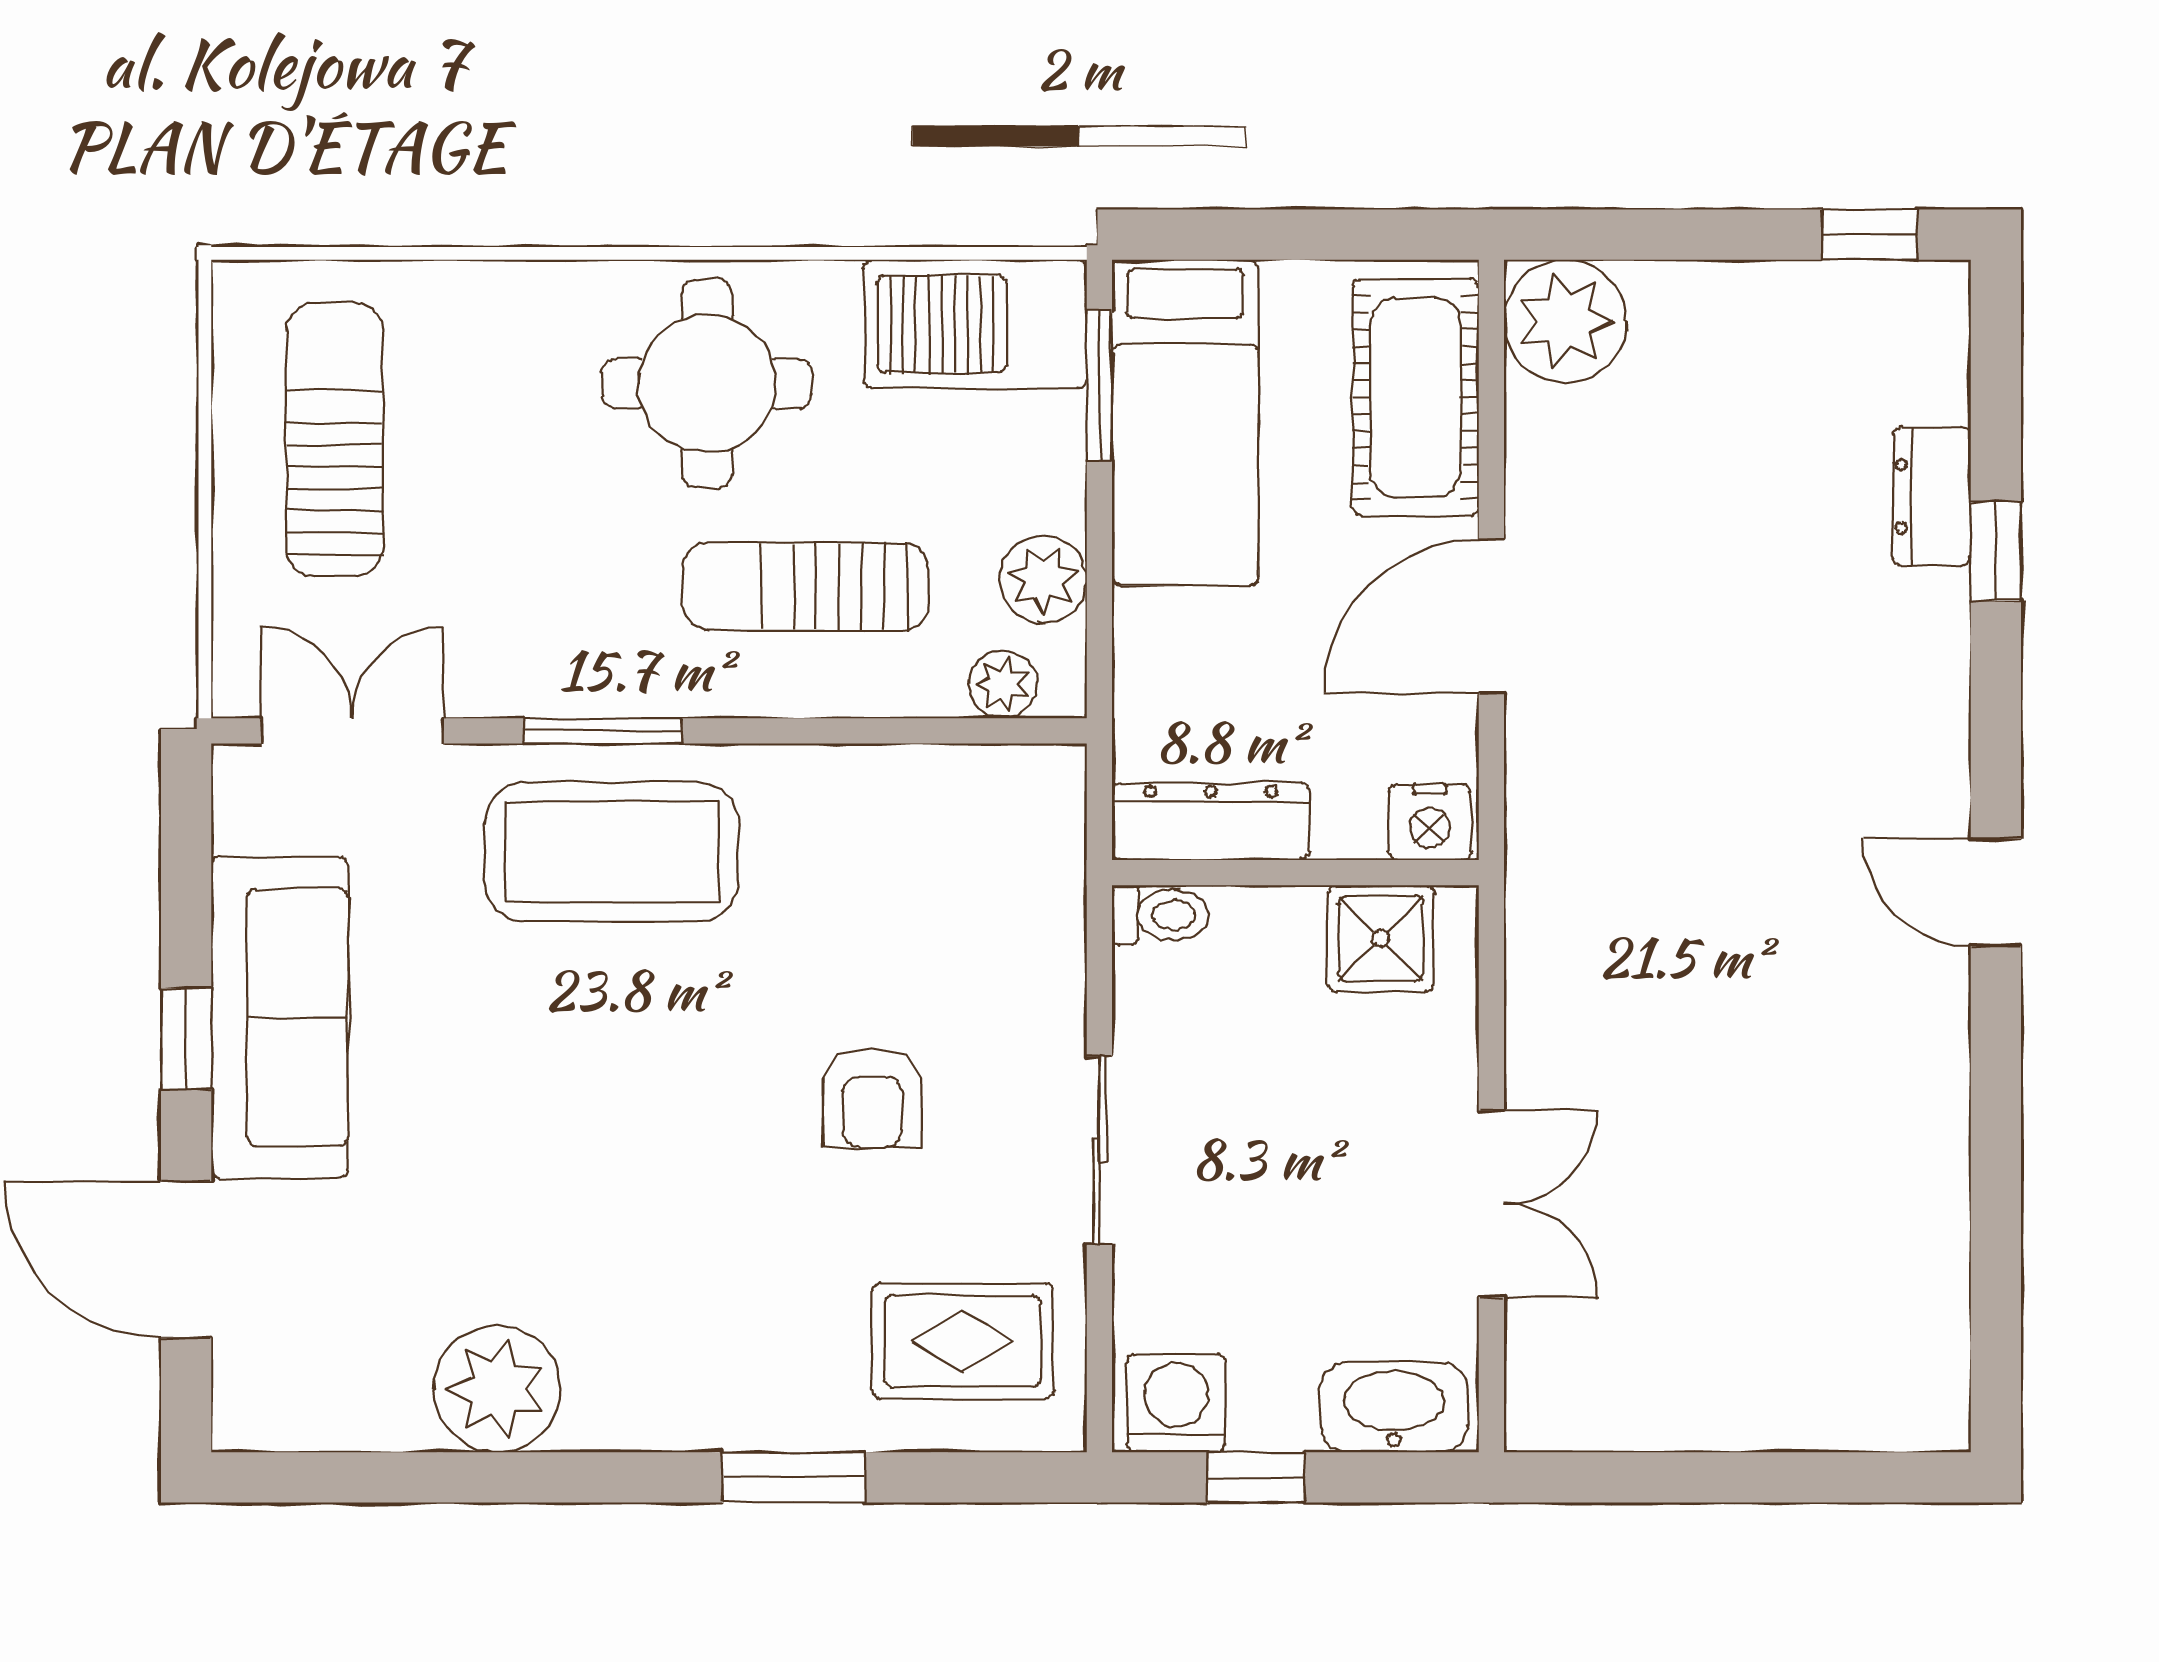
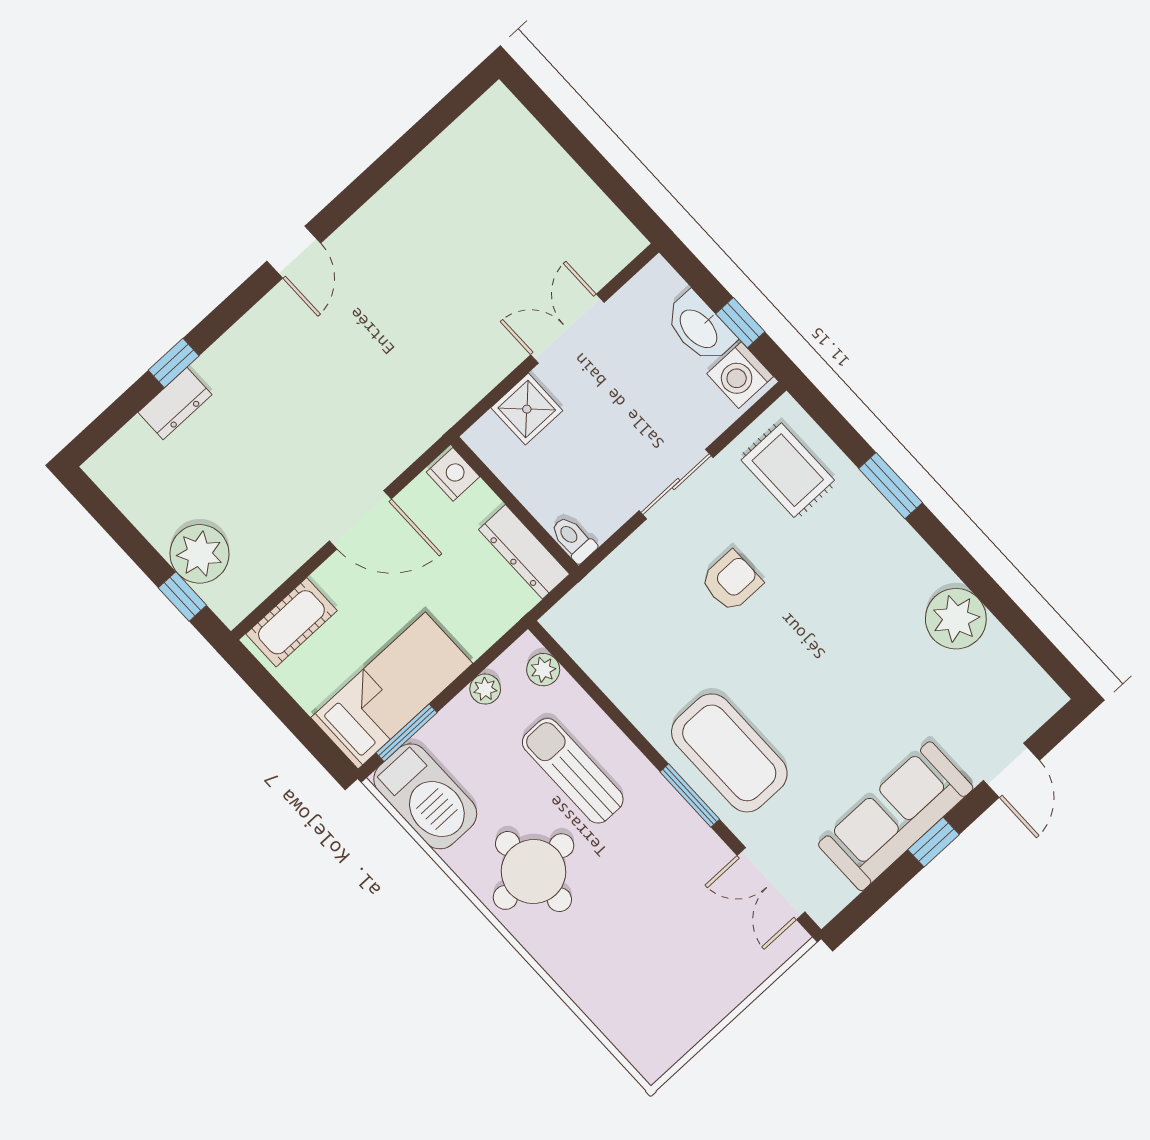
window: (1870, 235) -> (182, 596), moved
plant: (1565, 321) -> (199, 554), moved
cot: (1416, 397) -> (291, 622), width x0.73, depth x0.75
sun lounger: (335, 439) -> (674, 985), removed
plant: (1043, 580) -> (485, 689), width x0.73, depth x0.73
sun lounger: (806, 586) -> (573, 771), turned 180
shower: (1381, 938) -> (527, 409), moved
door: (186, 1260) -> (1011, 770), width x0.73
washbasin: (1394, 1407) -> (699, 328), moved

